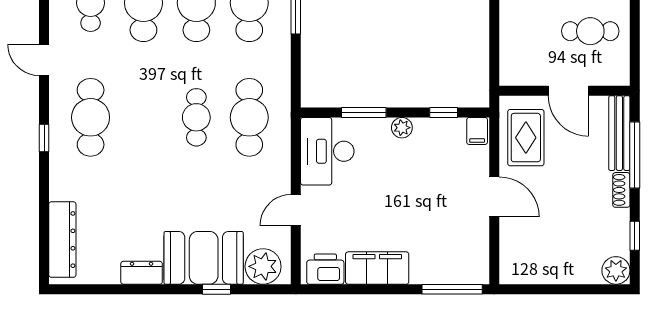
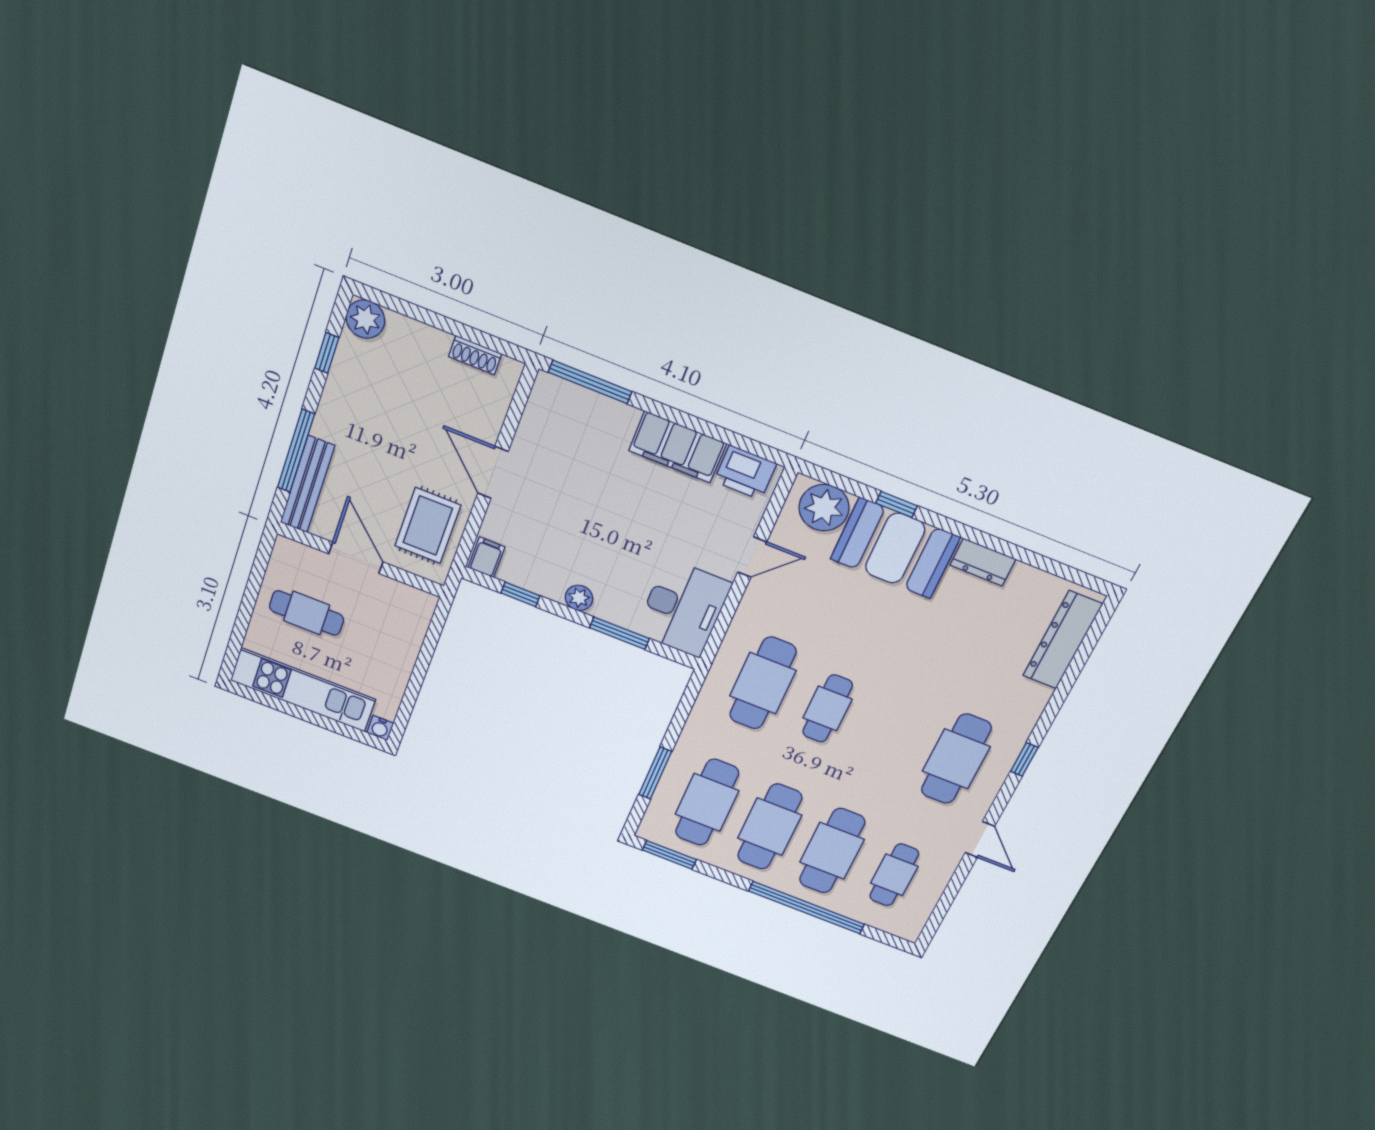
shoe rack: (621, 190) -> (475, 355), moved, turned 90

